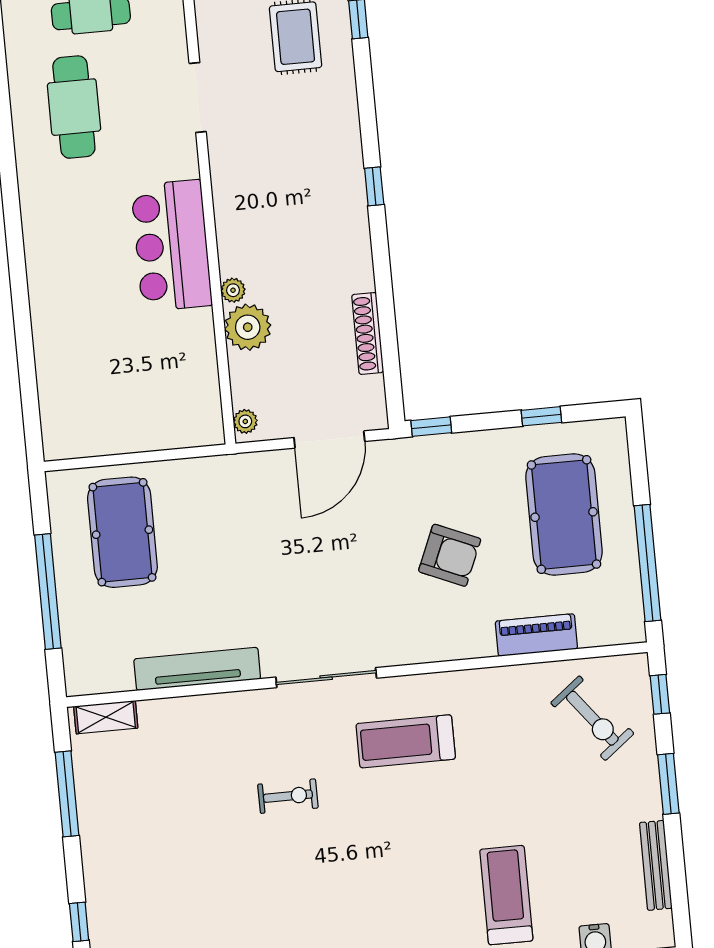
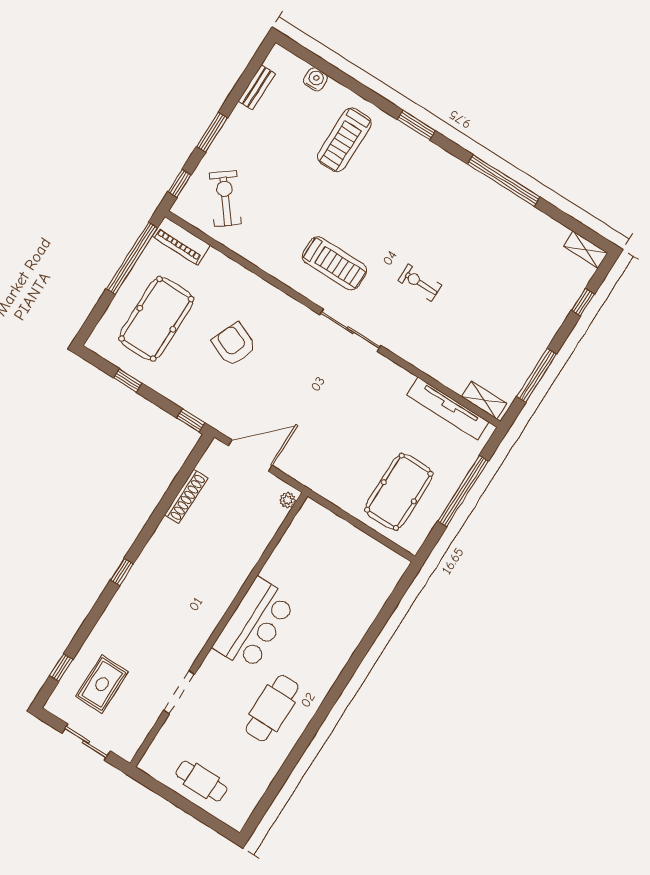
cafe table: (74, 107) -> (272, 708), moved
plant: (233, 290) -> (240, 575), removed
plant: (248, 327) -> (247, 549), removed
piano: (536, 635) -> (181, 241), moved
tv unit: (197, 669) -> (448, 409), moved
bench: (656, 865) -> (257, 87), width x0.73

